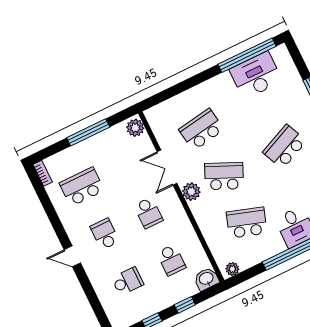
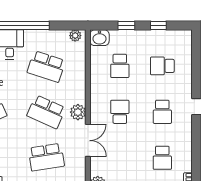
school desk: (82, 187) -> (162, 158), width x0.54
school desk: (171, 260) -> (120, 66), turned 180

